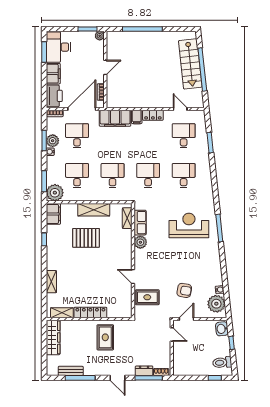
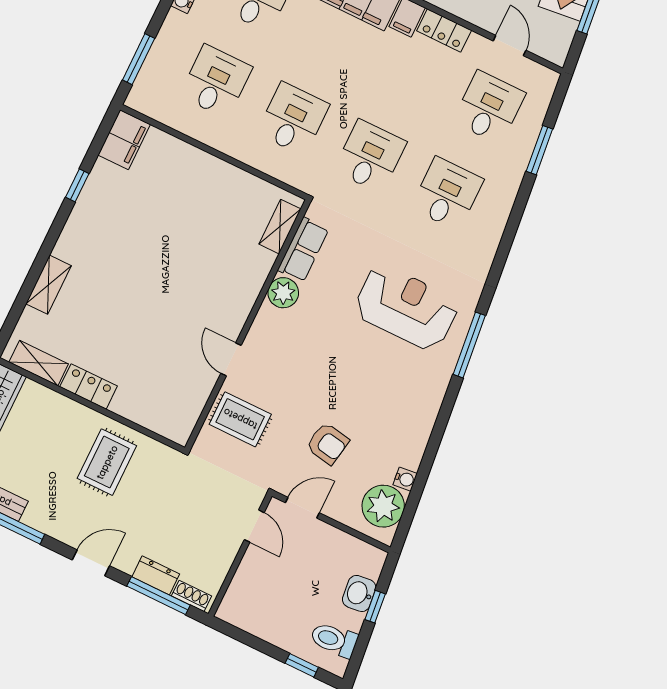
plant: (55, 193) -> (150, 95), removed
shelving: (94, 210) -> (216, 173), removed
pallet: (86, 238) -> (170, 226), removed
locker: (90, 312) -> (89, 386), width x0.66
washbasin: (222, 329) -> (359, 593), moved
door: (118, 378) -> (91, 563), swing flipped

